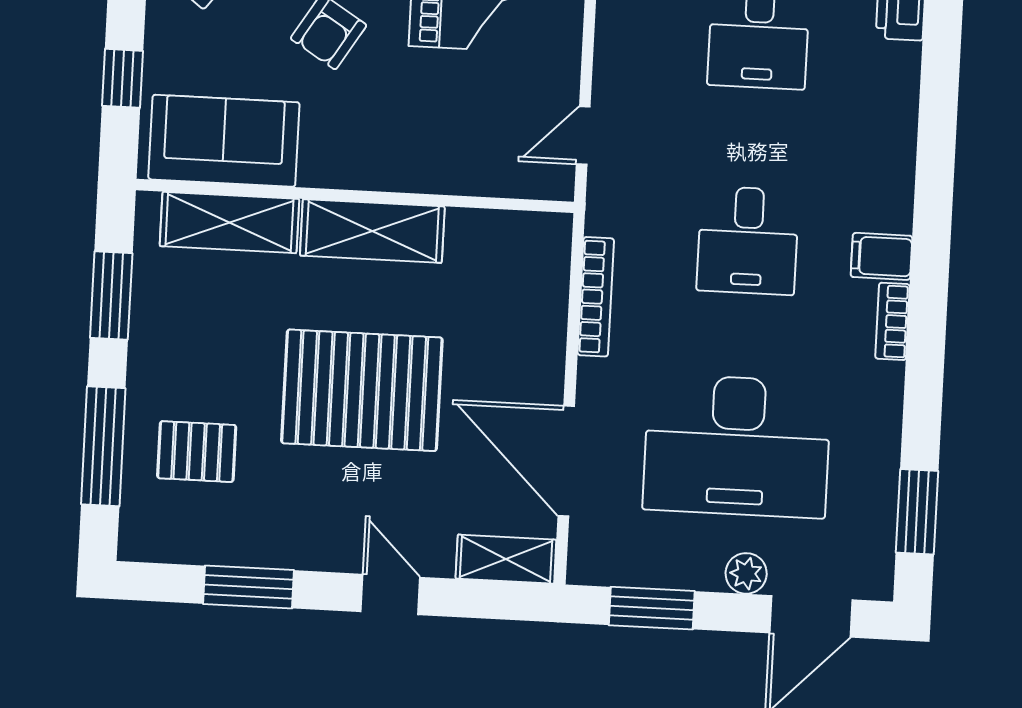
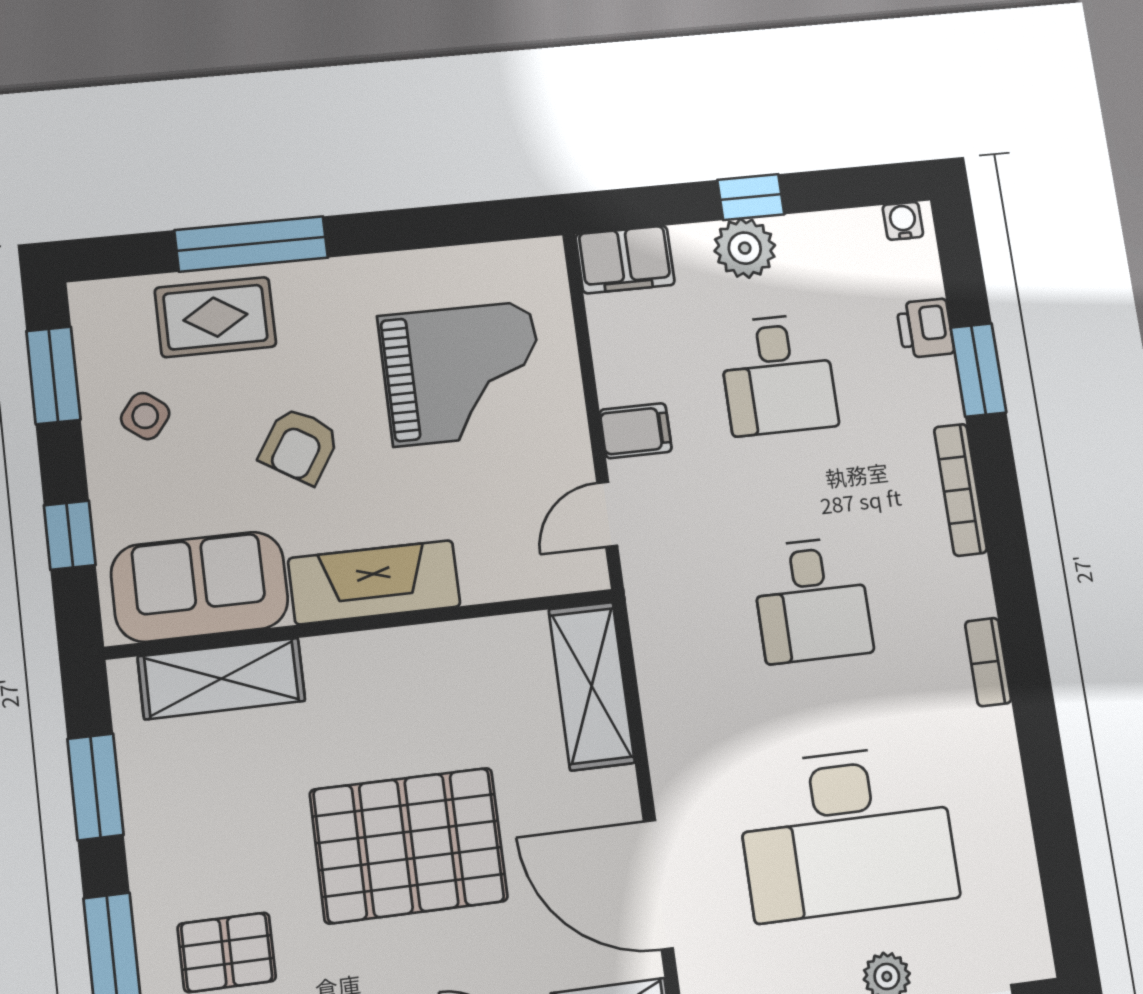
fireplace: (372, 162) -> (374, 582), added
shelving: (372, 231) -> (592, 686), moved, turned 90
filing cabinet: (882, 256) -> (636, 431), moved, turned 180
bookcase: (596, 297) -> (960, 490), moved, turned 180
window: (917, 512) -> (978, 370), moved

